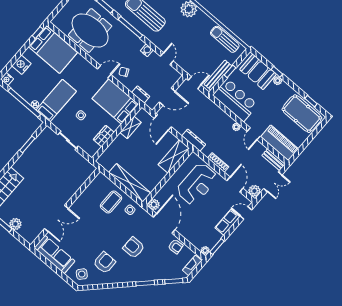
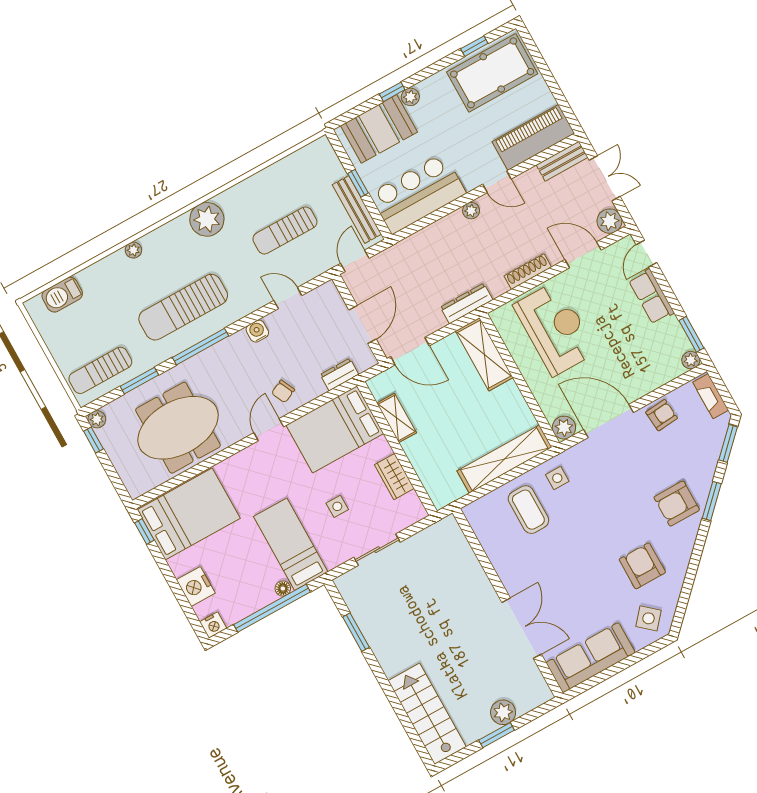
sun lounger: (225, 39) -> (285, 230), moved
armchair: (134, 248) -> (677, 504), moved

